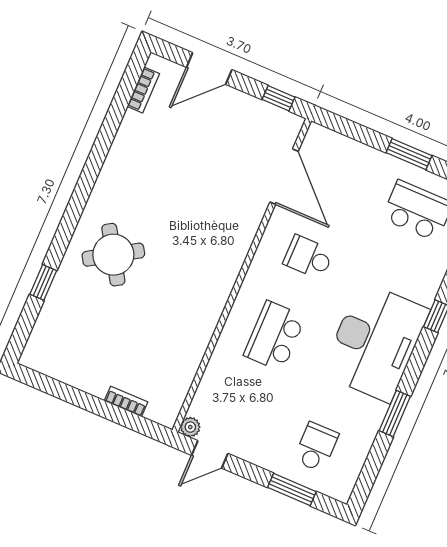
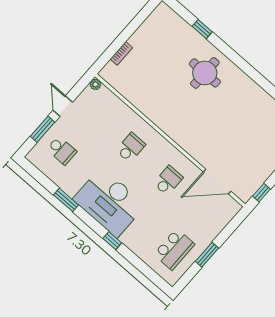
round table: (113, 255) -> (205, 73), turned 32
school desk: (275, 336) -> (131, 147), width x0.54
door: (210, 454) -> (63, 106), moved

